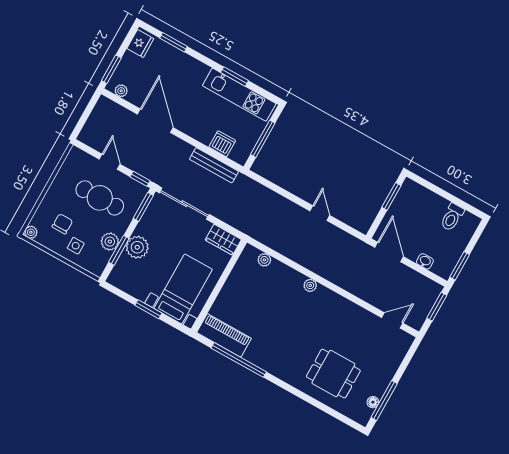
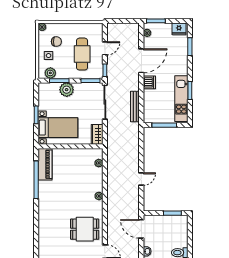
dishwasher: (222, 144) -> (149, 82), moved
plant: (110, 242) -> (50, 73), moved
door: (389, 252) -> (141, 229), swing flipped
dining table: (333, 374) -> (85, 229), moved, turned 90

